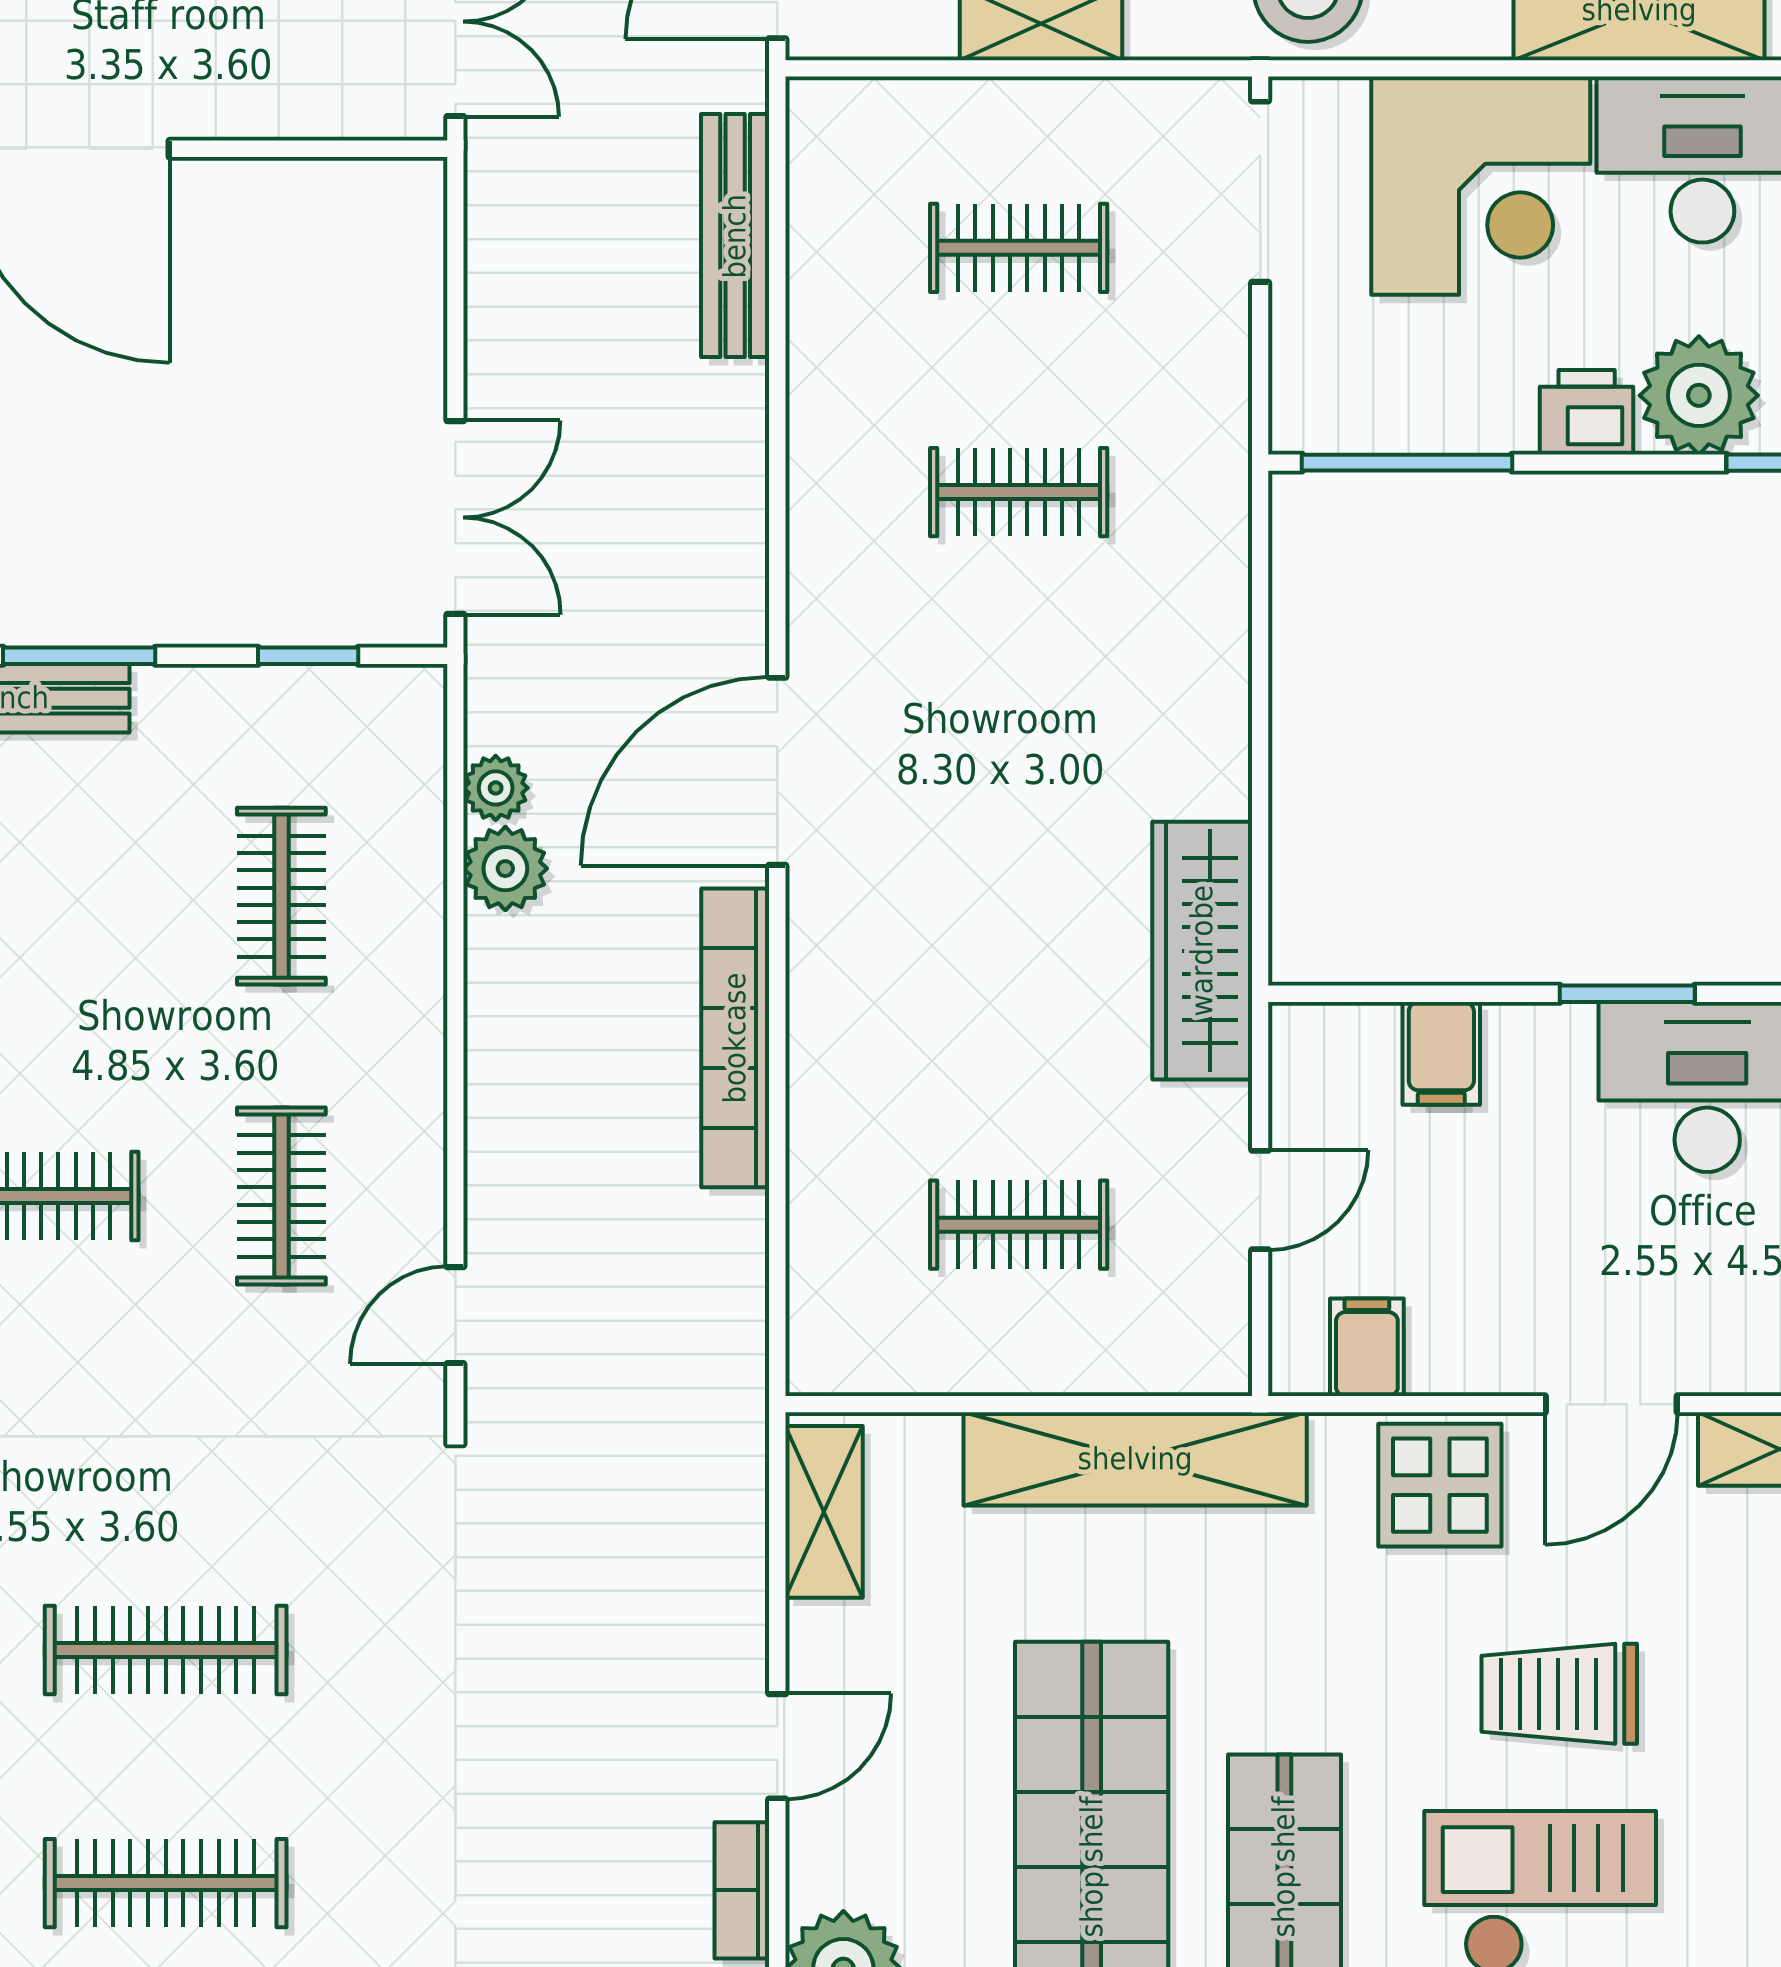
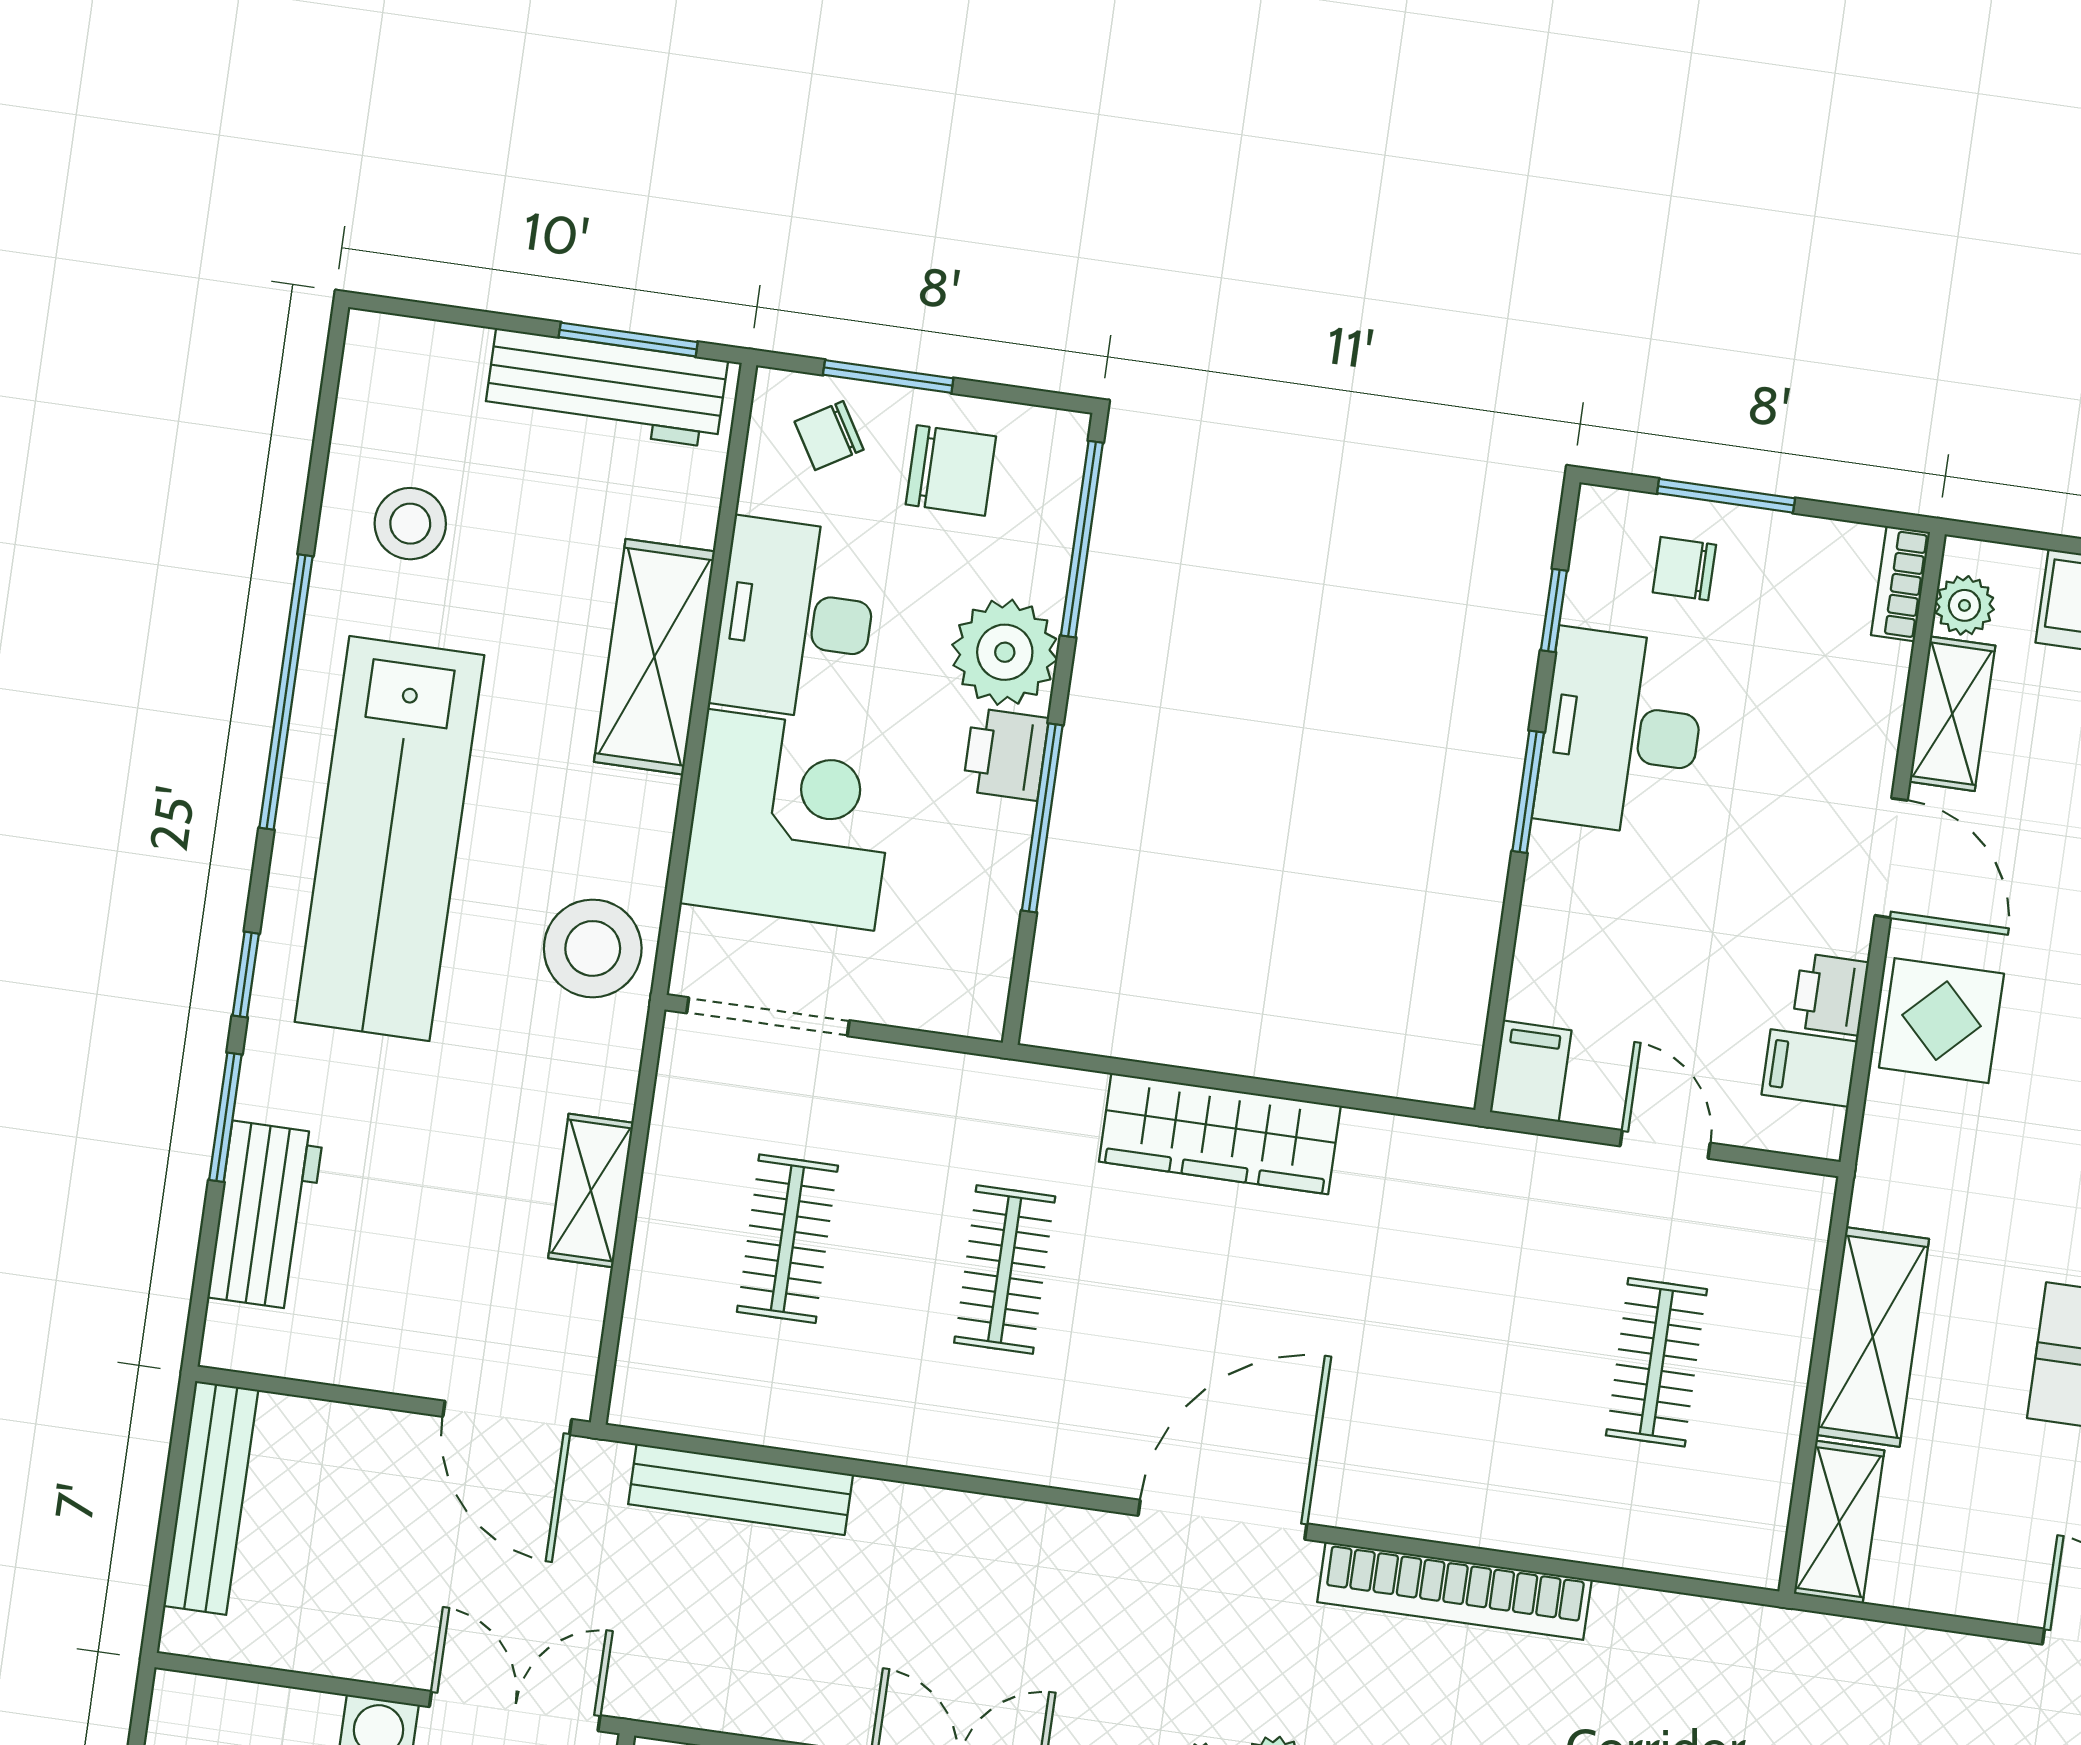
window: (1407, 463) -> (1042, 818), moved
door: (777, 771) -> (1223, 1520), swing flipped
wardrobe: (1202, 951) -> (1220, 1134), moved
filing cabinet: (1441, 1053) -> (1531, 1071), moved, turned -90
printer: (1451, 1359) -> (1830, 994), added
shelving: (1135, 1459) -> (1873, 1337), width x0.68
shelving: (824, 1512) -> (1839, 1522), moved, turned 90

